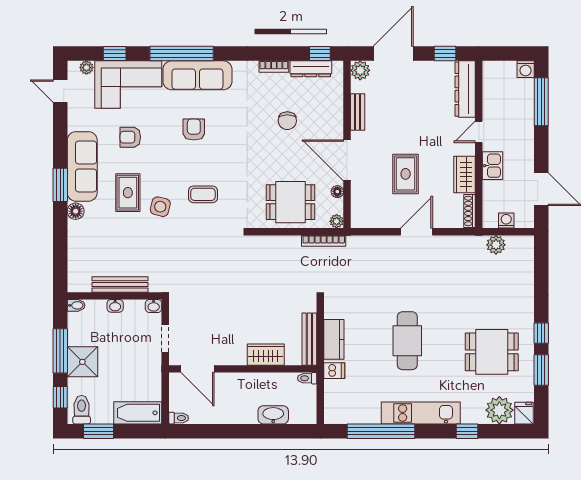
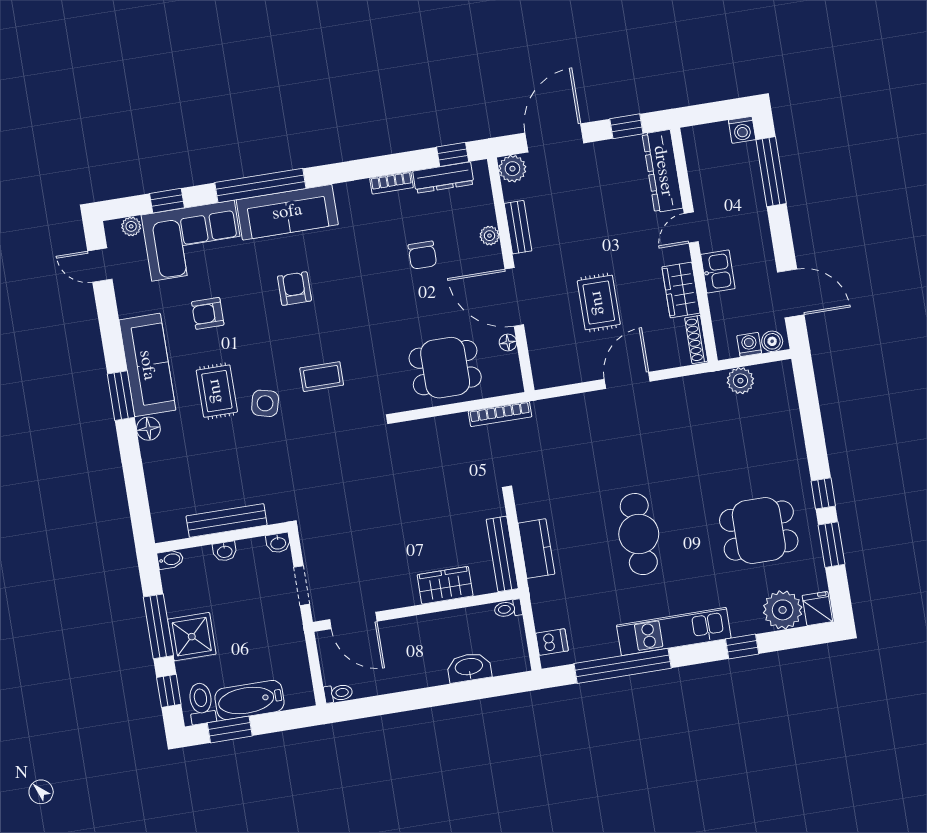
plant: (337, 221) -> (489, 236), moved
boiler: (523, 221) -> (772, 341), added
dishwasher: (334, 371) -> (552, 642), moved
bathtub: (138, 413) -> (249, 700), moved

